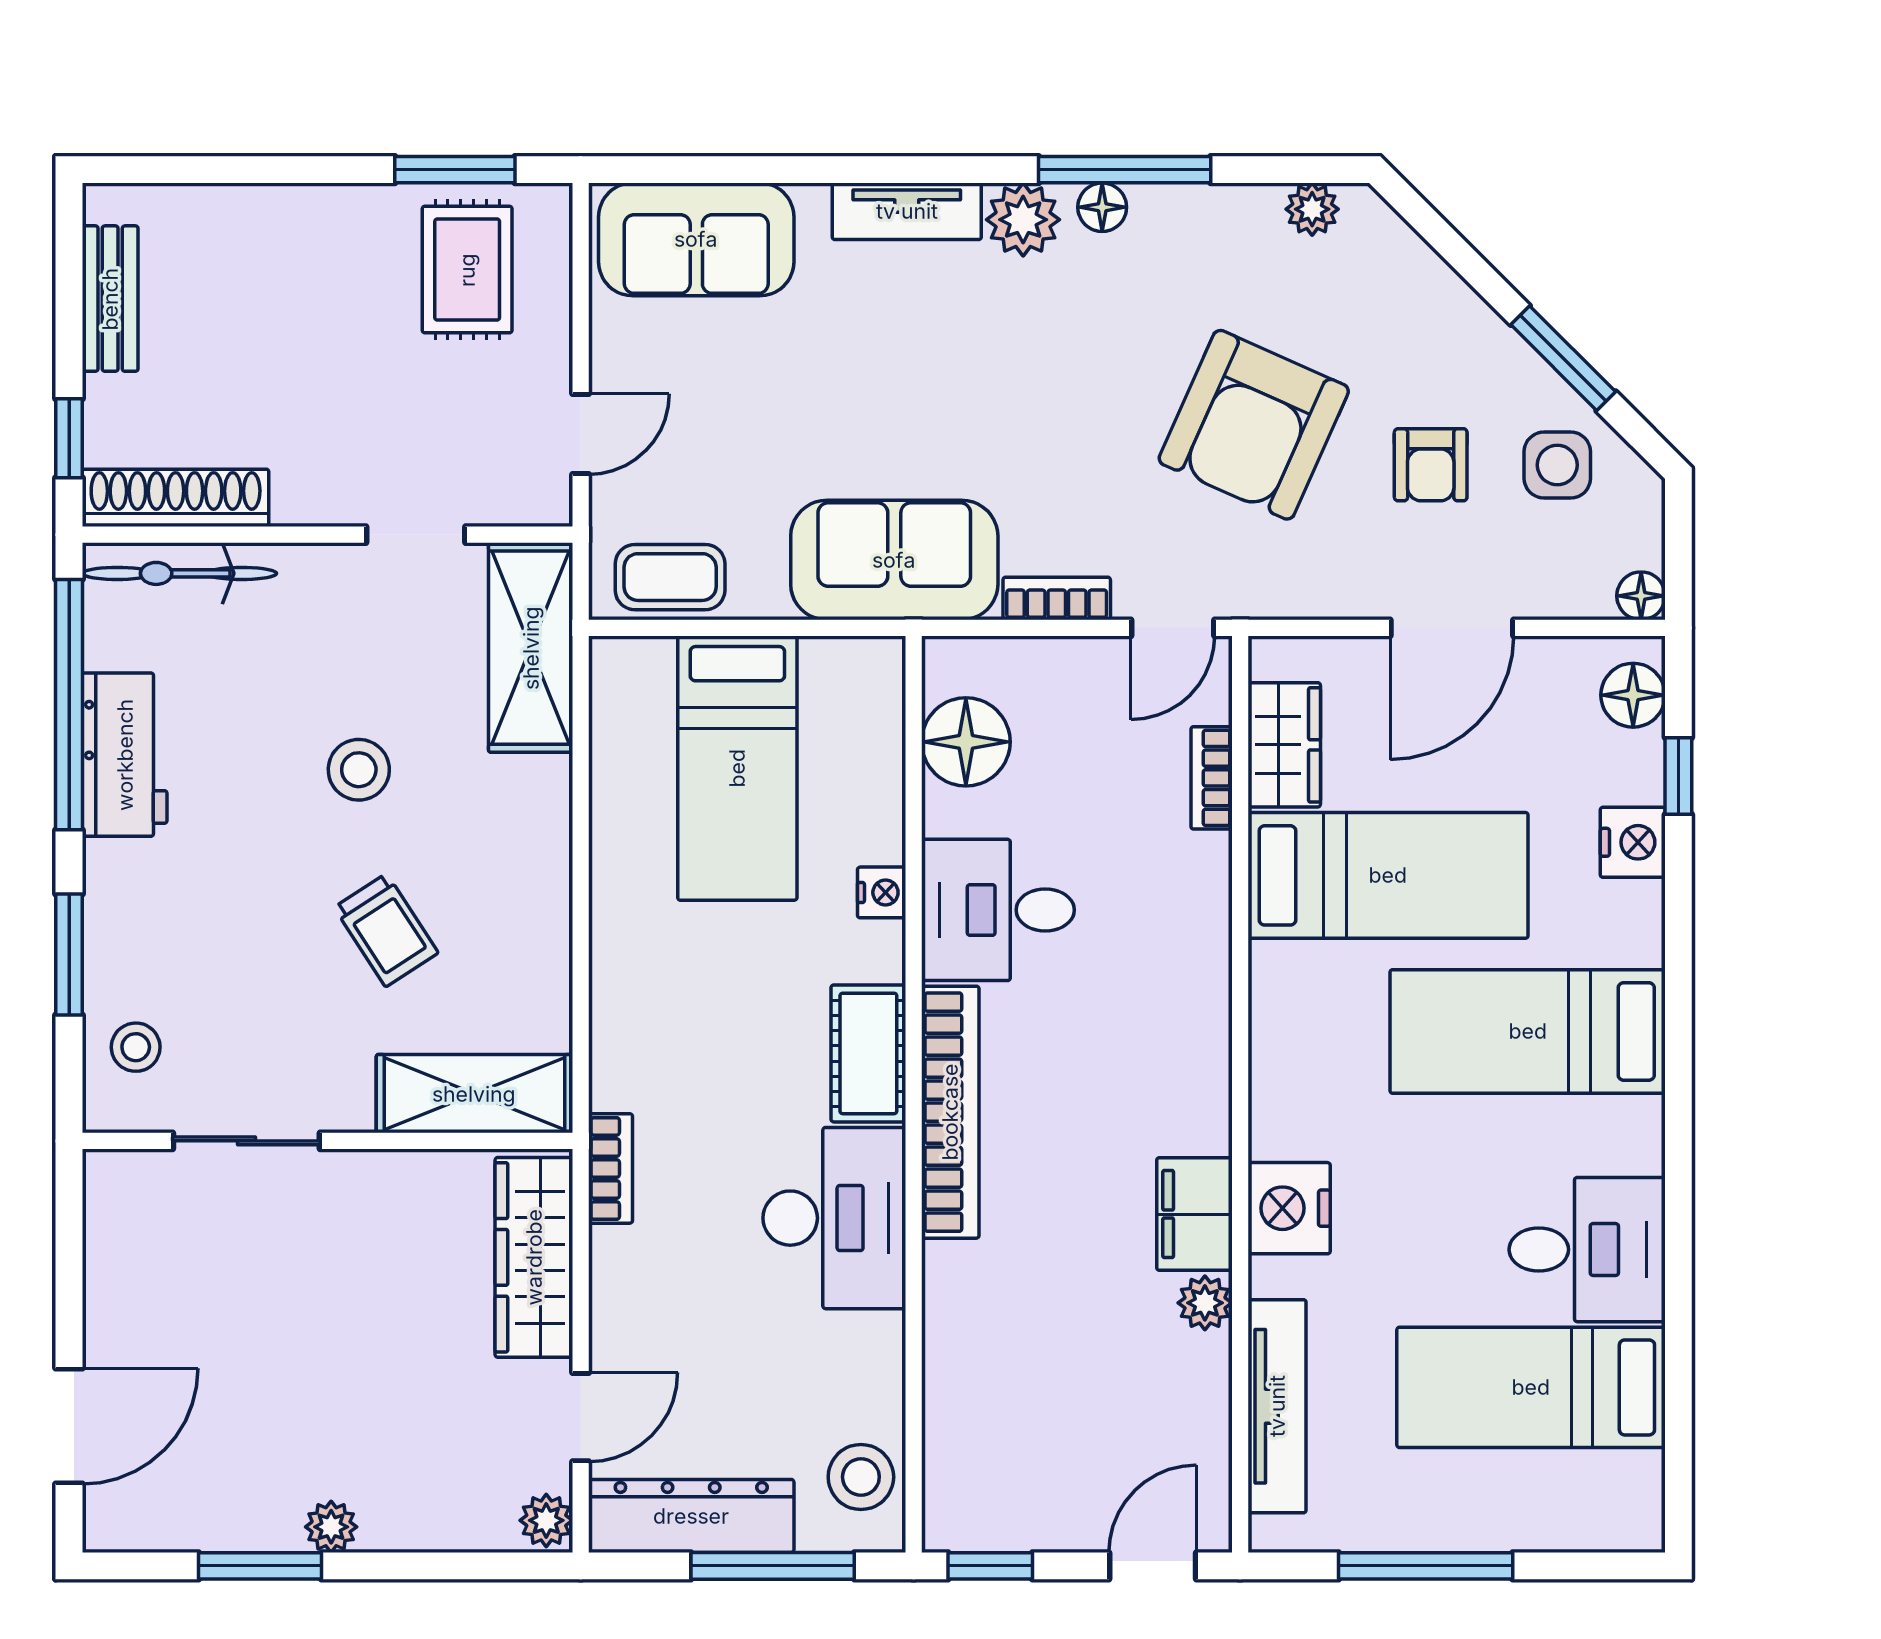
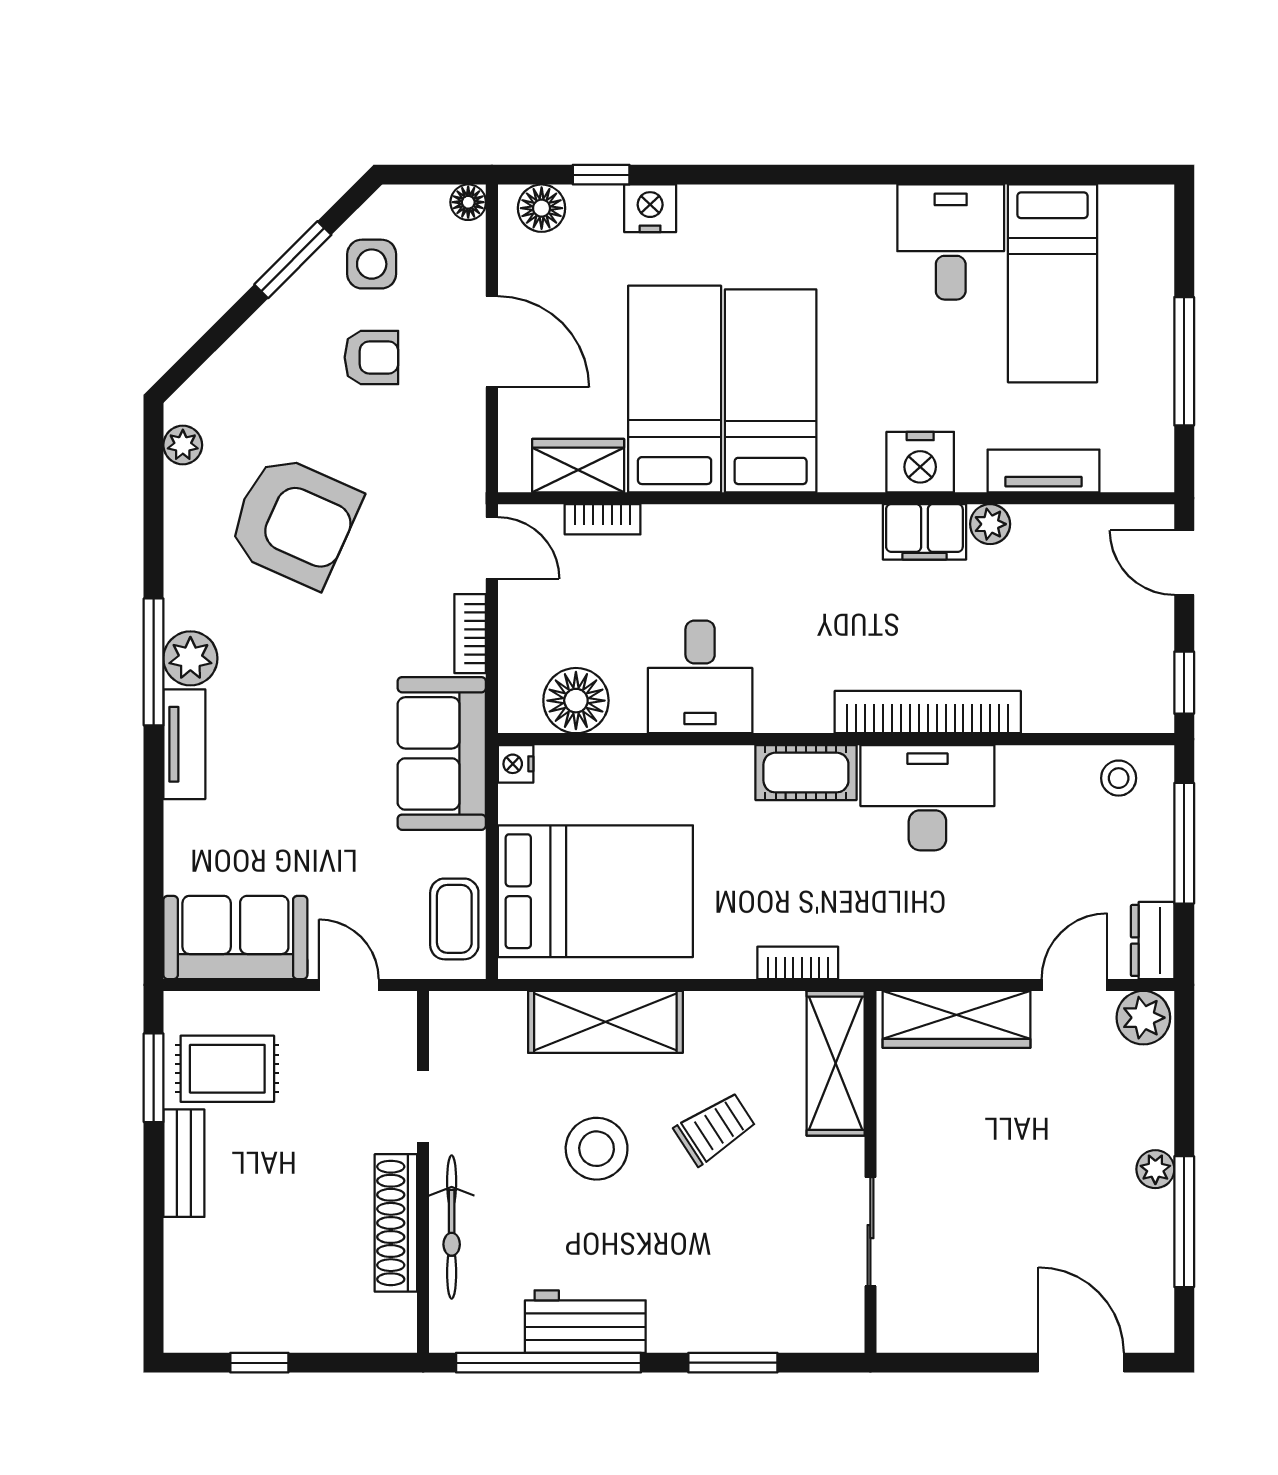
window: (1125, 170) -> (154, 662), moved
floor lamp: (1102, 207) -> (181, 600), removed
sofa: (696, 239) -> (235, 937), moved, turned -90
bench: (110, 299) -> (184, 1163), moved, turned 90
armchair: (1254, 425) -> (294, 521), moved
window: (69, 438) -> (259, 1363), moved
shoe rack: (176, 498) -> (396, 1223), moved
bicycle: (179, 573) -> (452, 1227), moved
shelving: (531, 648) -> (605, 1022), moved
bed: (737, 768) -> (595, 891), width x1.50
stool: (359, 770) -> (597, 1149), width x1.38, depth x1.38
nightstand: (882, 892) -> (516, 764), moved, turned -90
bed: (1528, 1031) -> (771, 391), moved, turned 180
stool: (136, 1047) -> (801, 1313), removed
bookcase: (950, 1112) -> (928, 712), moved
bookcase: (611, 1168) -> (798, 963), moved
tv unit: (1277, 1406) -> (1043, 471), width x0.71
door: (581, 1417) -> (1074, 985), hinge flipped
stool: (861, 1477) -> (1119, 778), width x0.73, depth x0.73
dresser: (691, 1516) -> (1153, 940), width x0.51, depth x0.80
plant: (546, 1520) -> (1143, 1018), width x1.38, depth x1.38
window: (260, 1566) -> (1184, 1222), width x1.44

